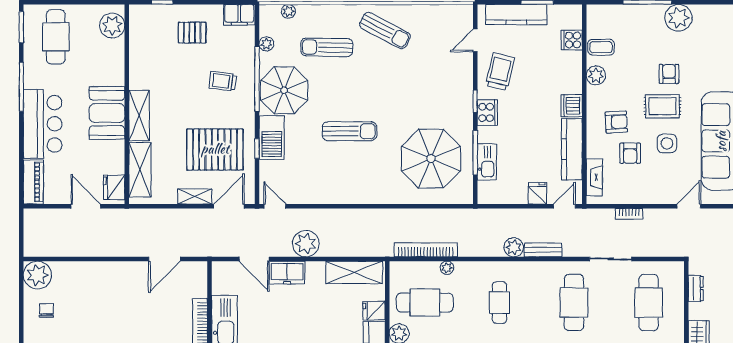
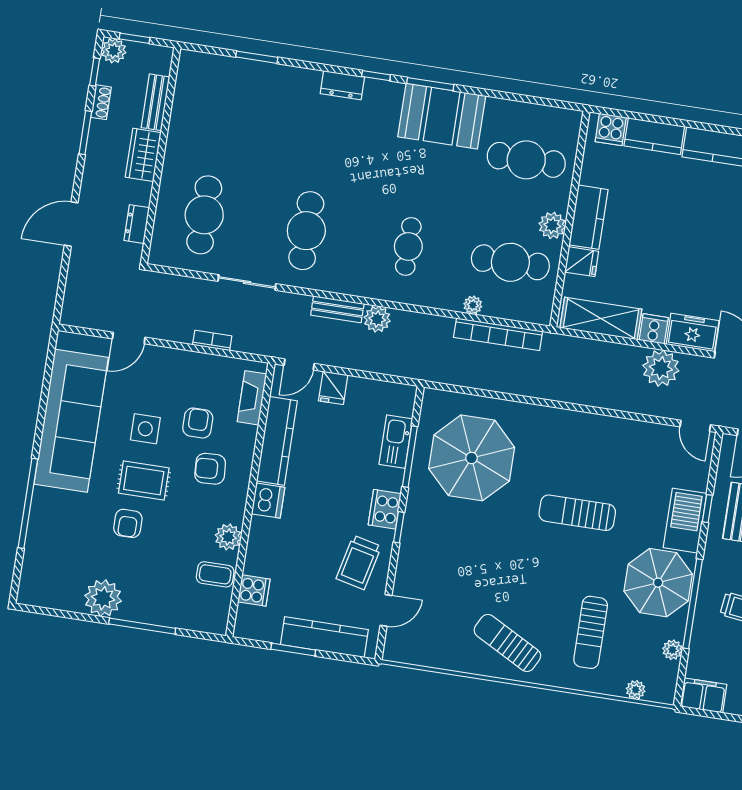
sun lounger: (327, 47) -> (591, 632), turned 89
cooker: (315, 271) -> (654, 329), added

